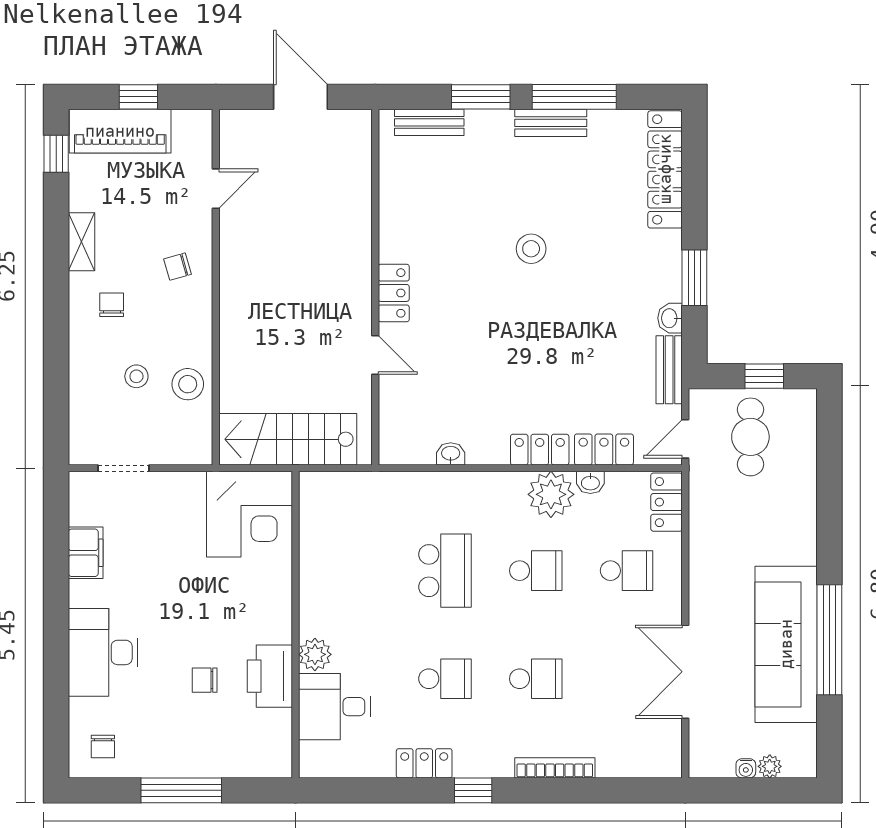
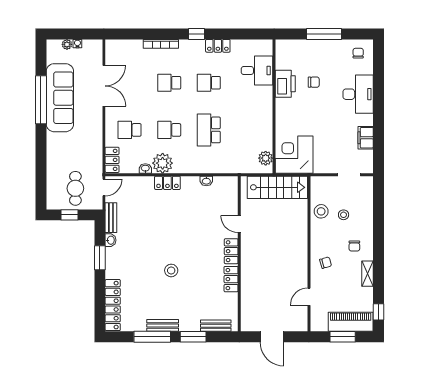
window: (138, 97) -> (343, 337), width x1.50
locker: (604, 449) -> (231, 279), moved, turned 90
plant: (315, 654) -> (266, 158), moved

